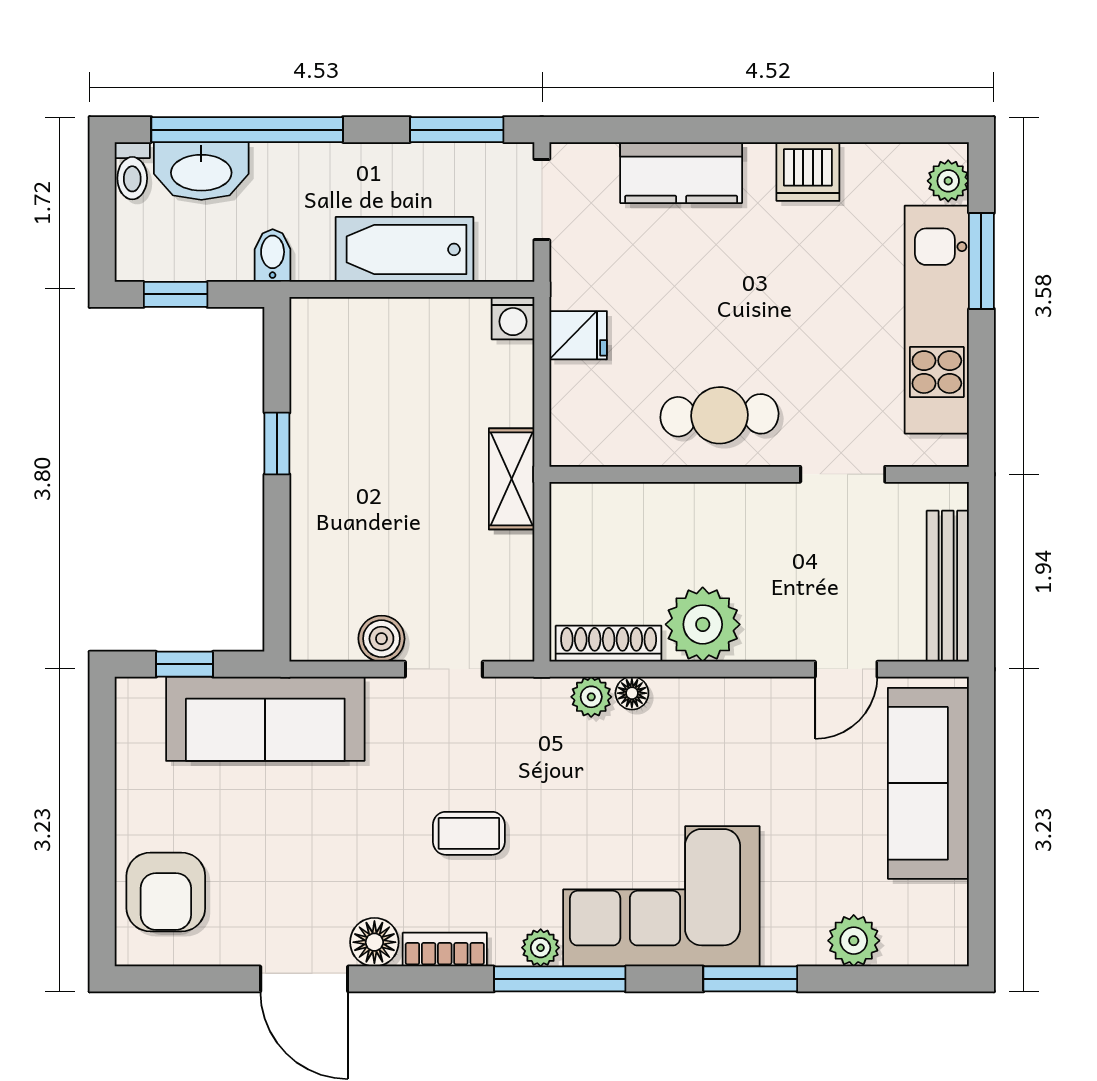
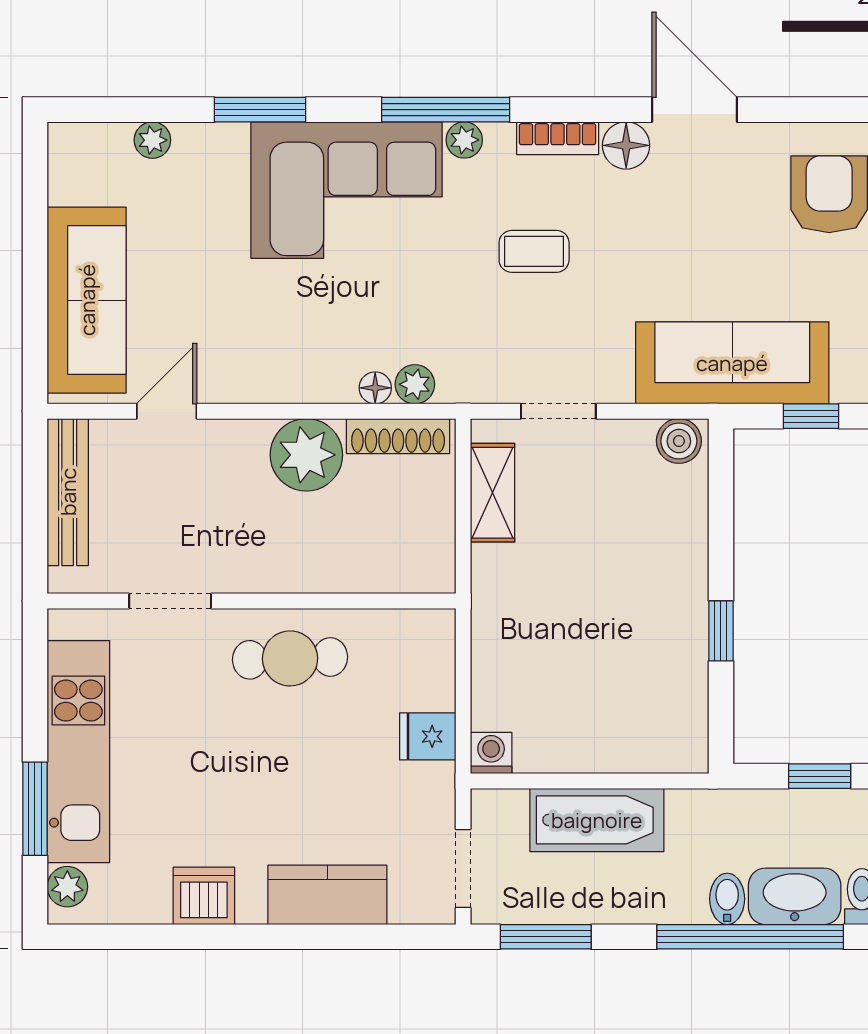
bidet: (273, 256) -> (727, 899), moved, turned 180
shelving: (512, 479) -> (493, 493), moved
boiler: (381, 639) -> (679, 441), moved
plant: (854, 941) -> (152, 140), width x0.73, depth x0.73

